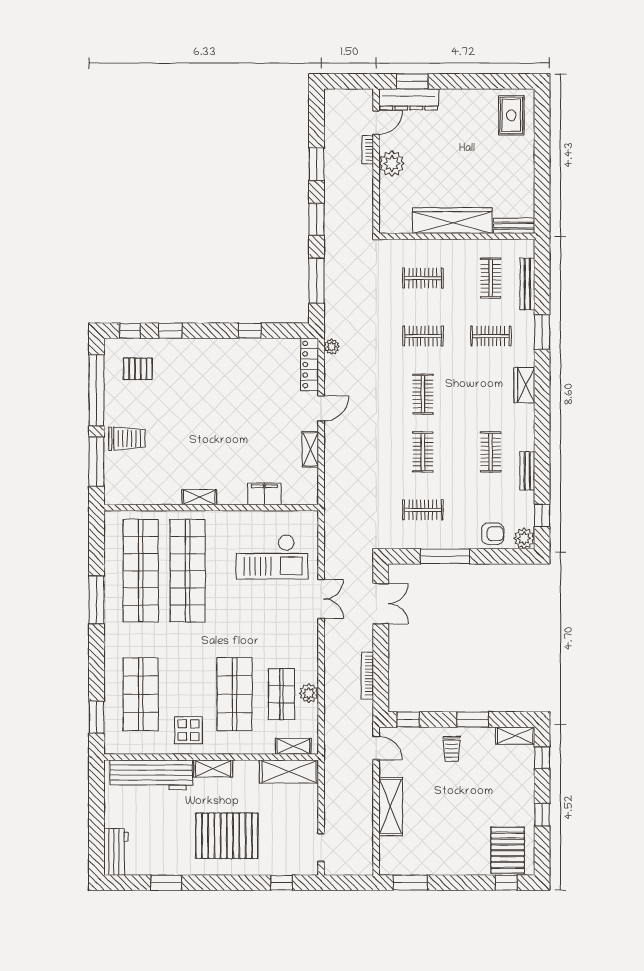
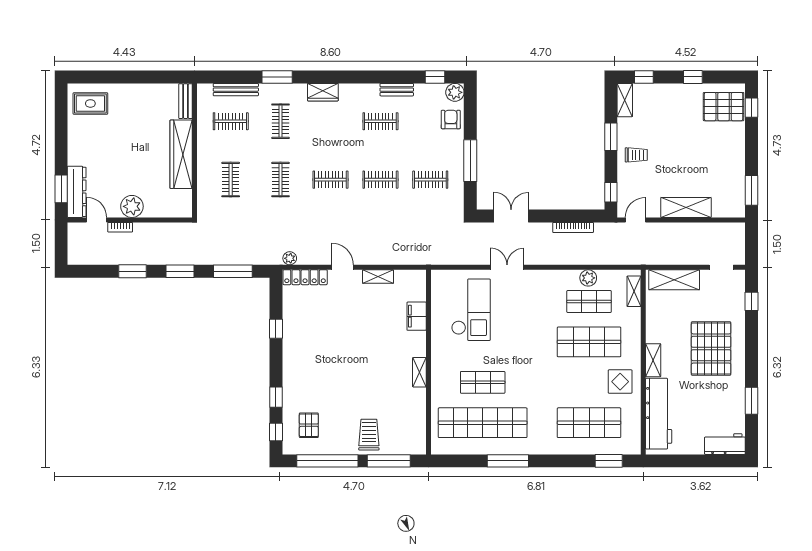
clothes rail: (423, 510) -> (430, 180), turned 90
shop shelf: (188, 571) -> (483, 382), width x0.50, depth x0.74
shelving: (289, 772) -> (674, 280), moved, turned 90

